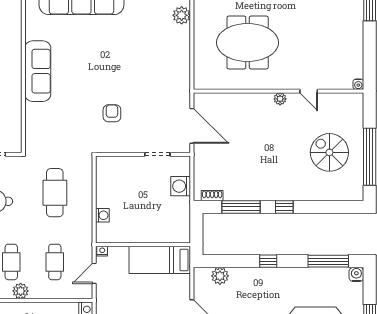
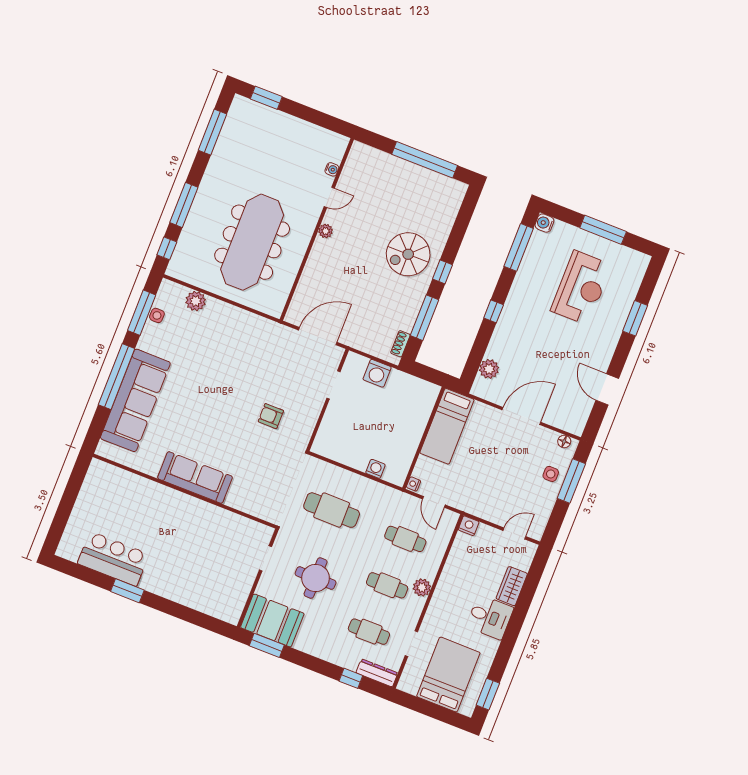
meeting table: (248, 43) -> (252, 242), width x1.36
water cooler: (358, 84) -> (332, 169), moved
spiral stairs: (329, 152) -> (408, 254), moved

